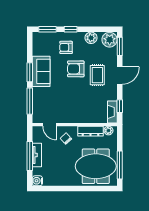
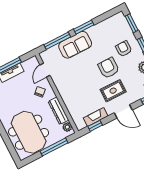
sofa: (41, 71) -> (75, 45), moved
fireplace: (112, 112) -> (96, 117), moved
window: (120, 165) -> (54, 147), moved

